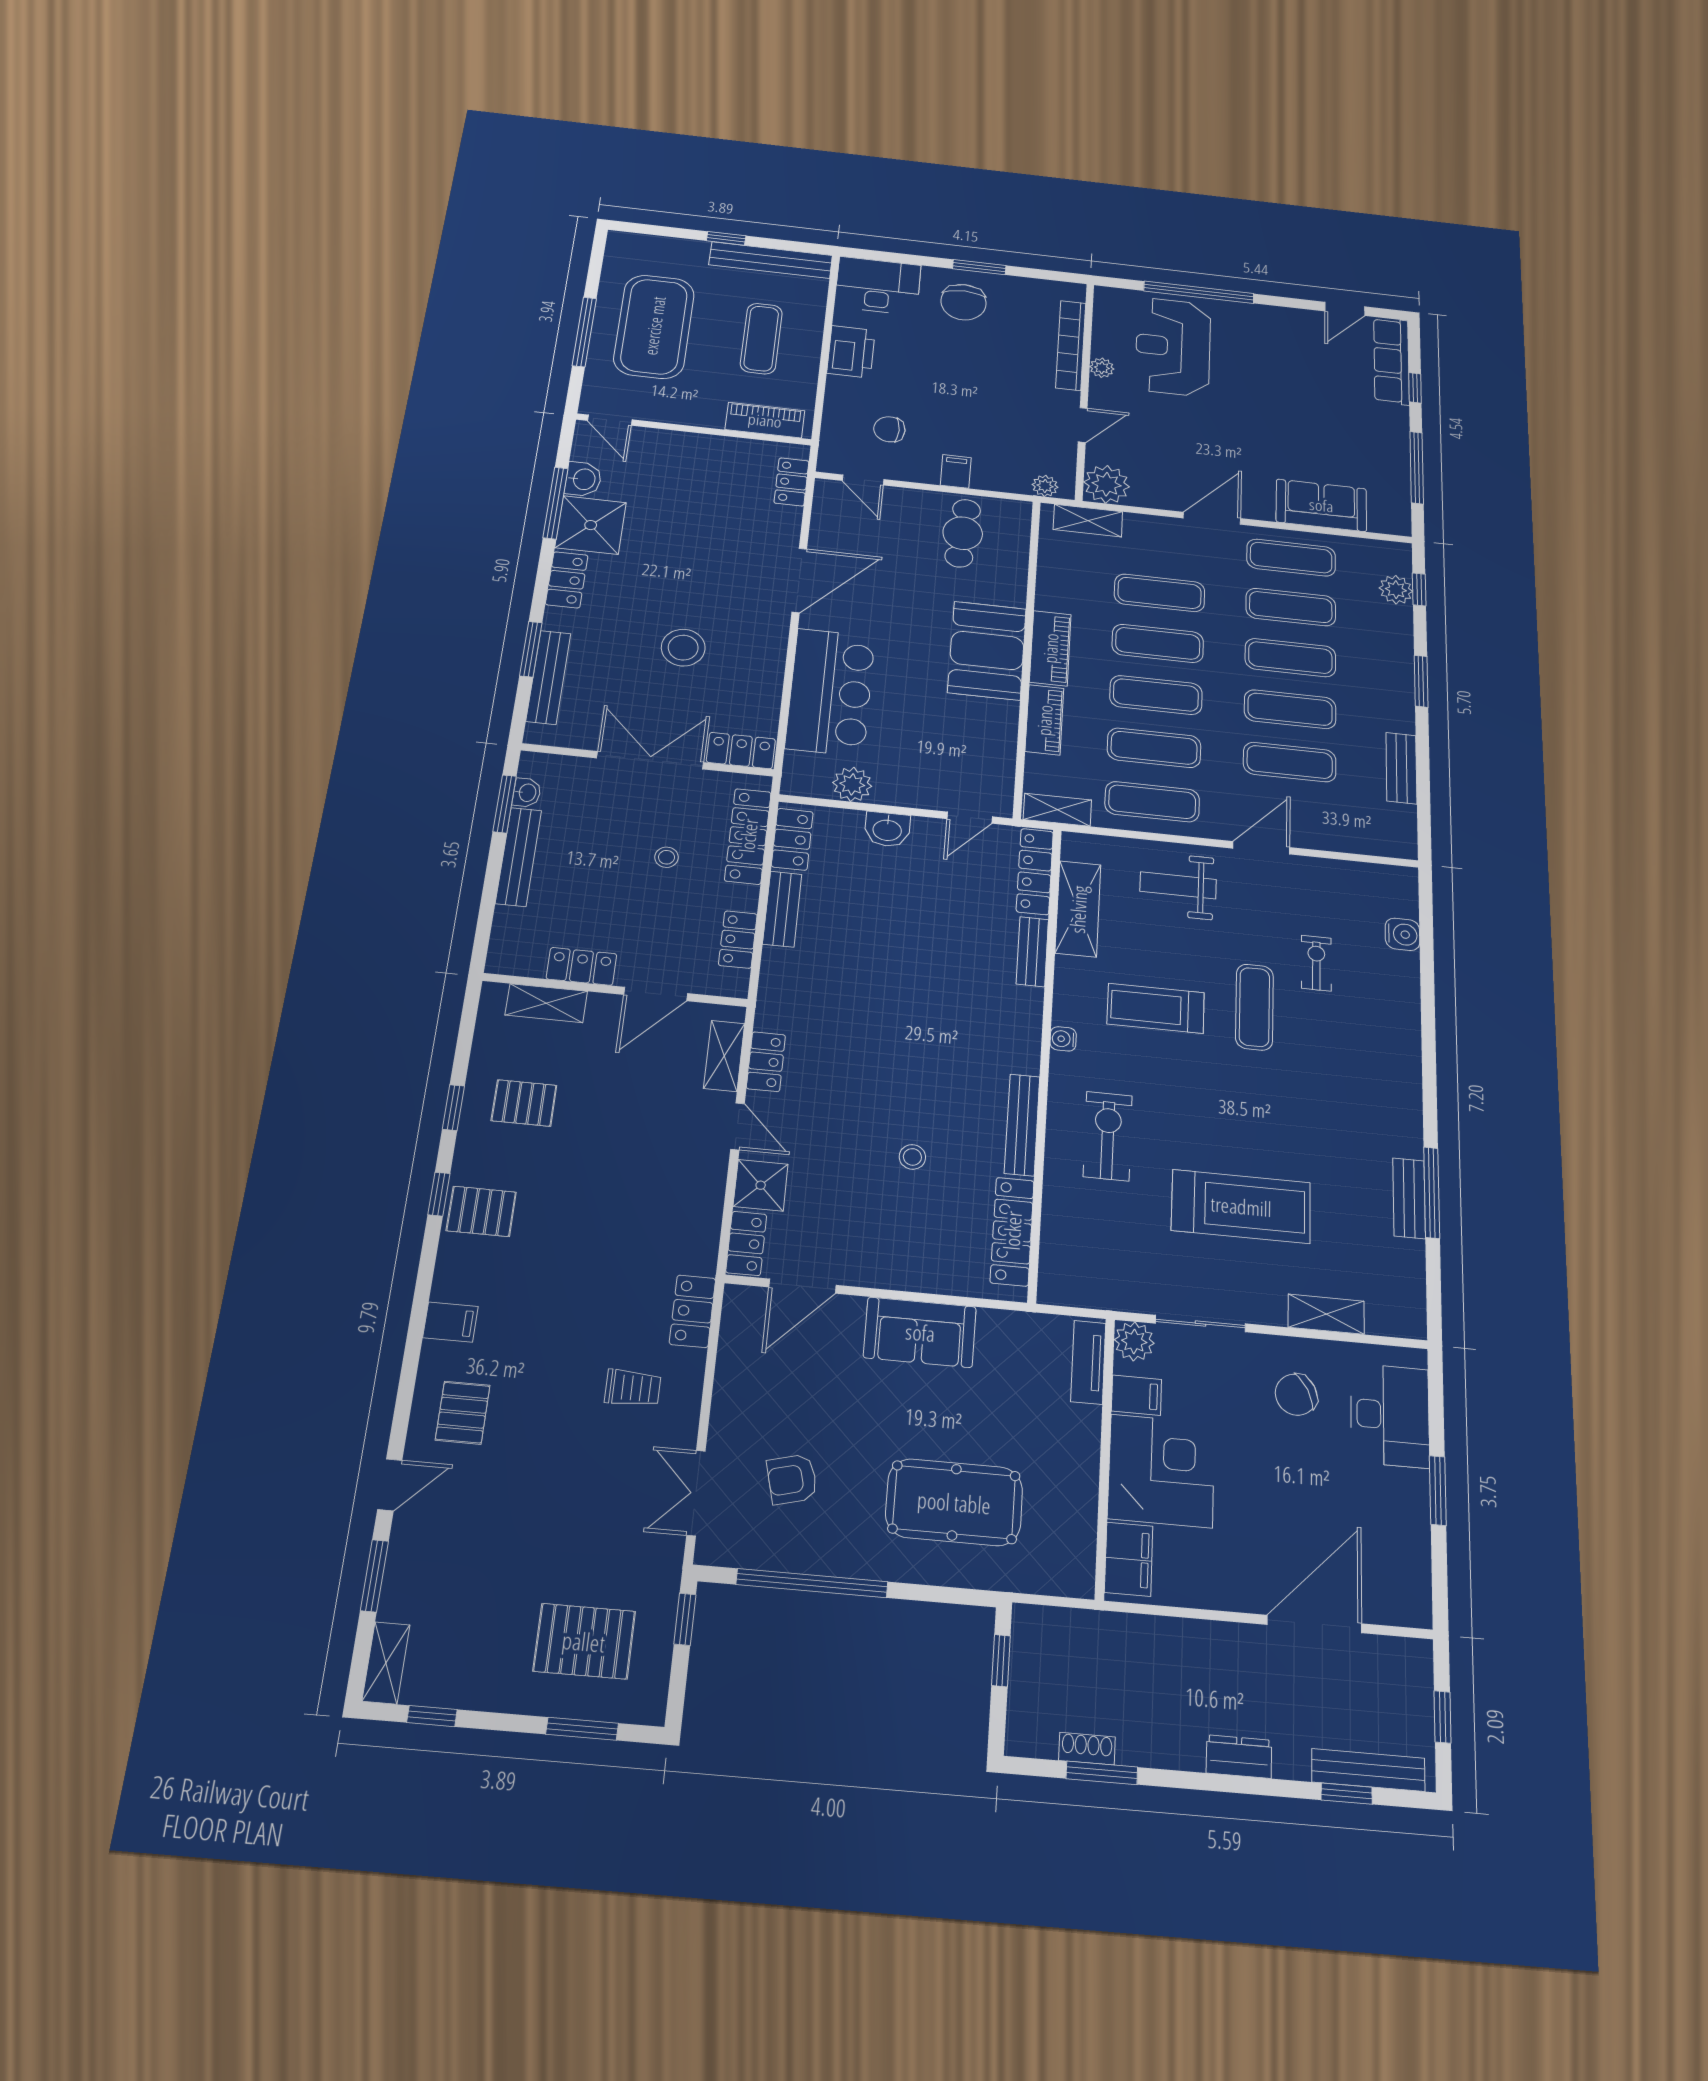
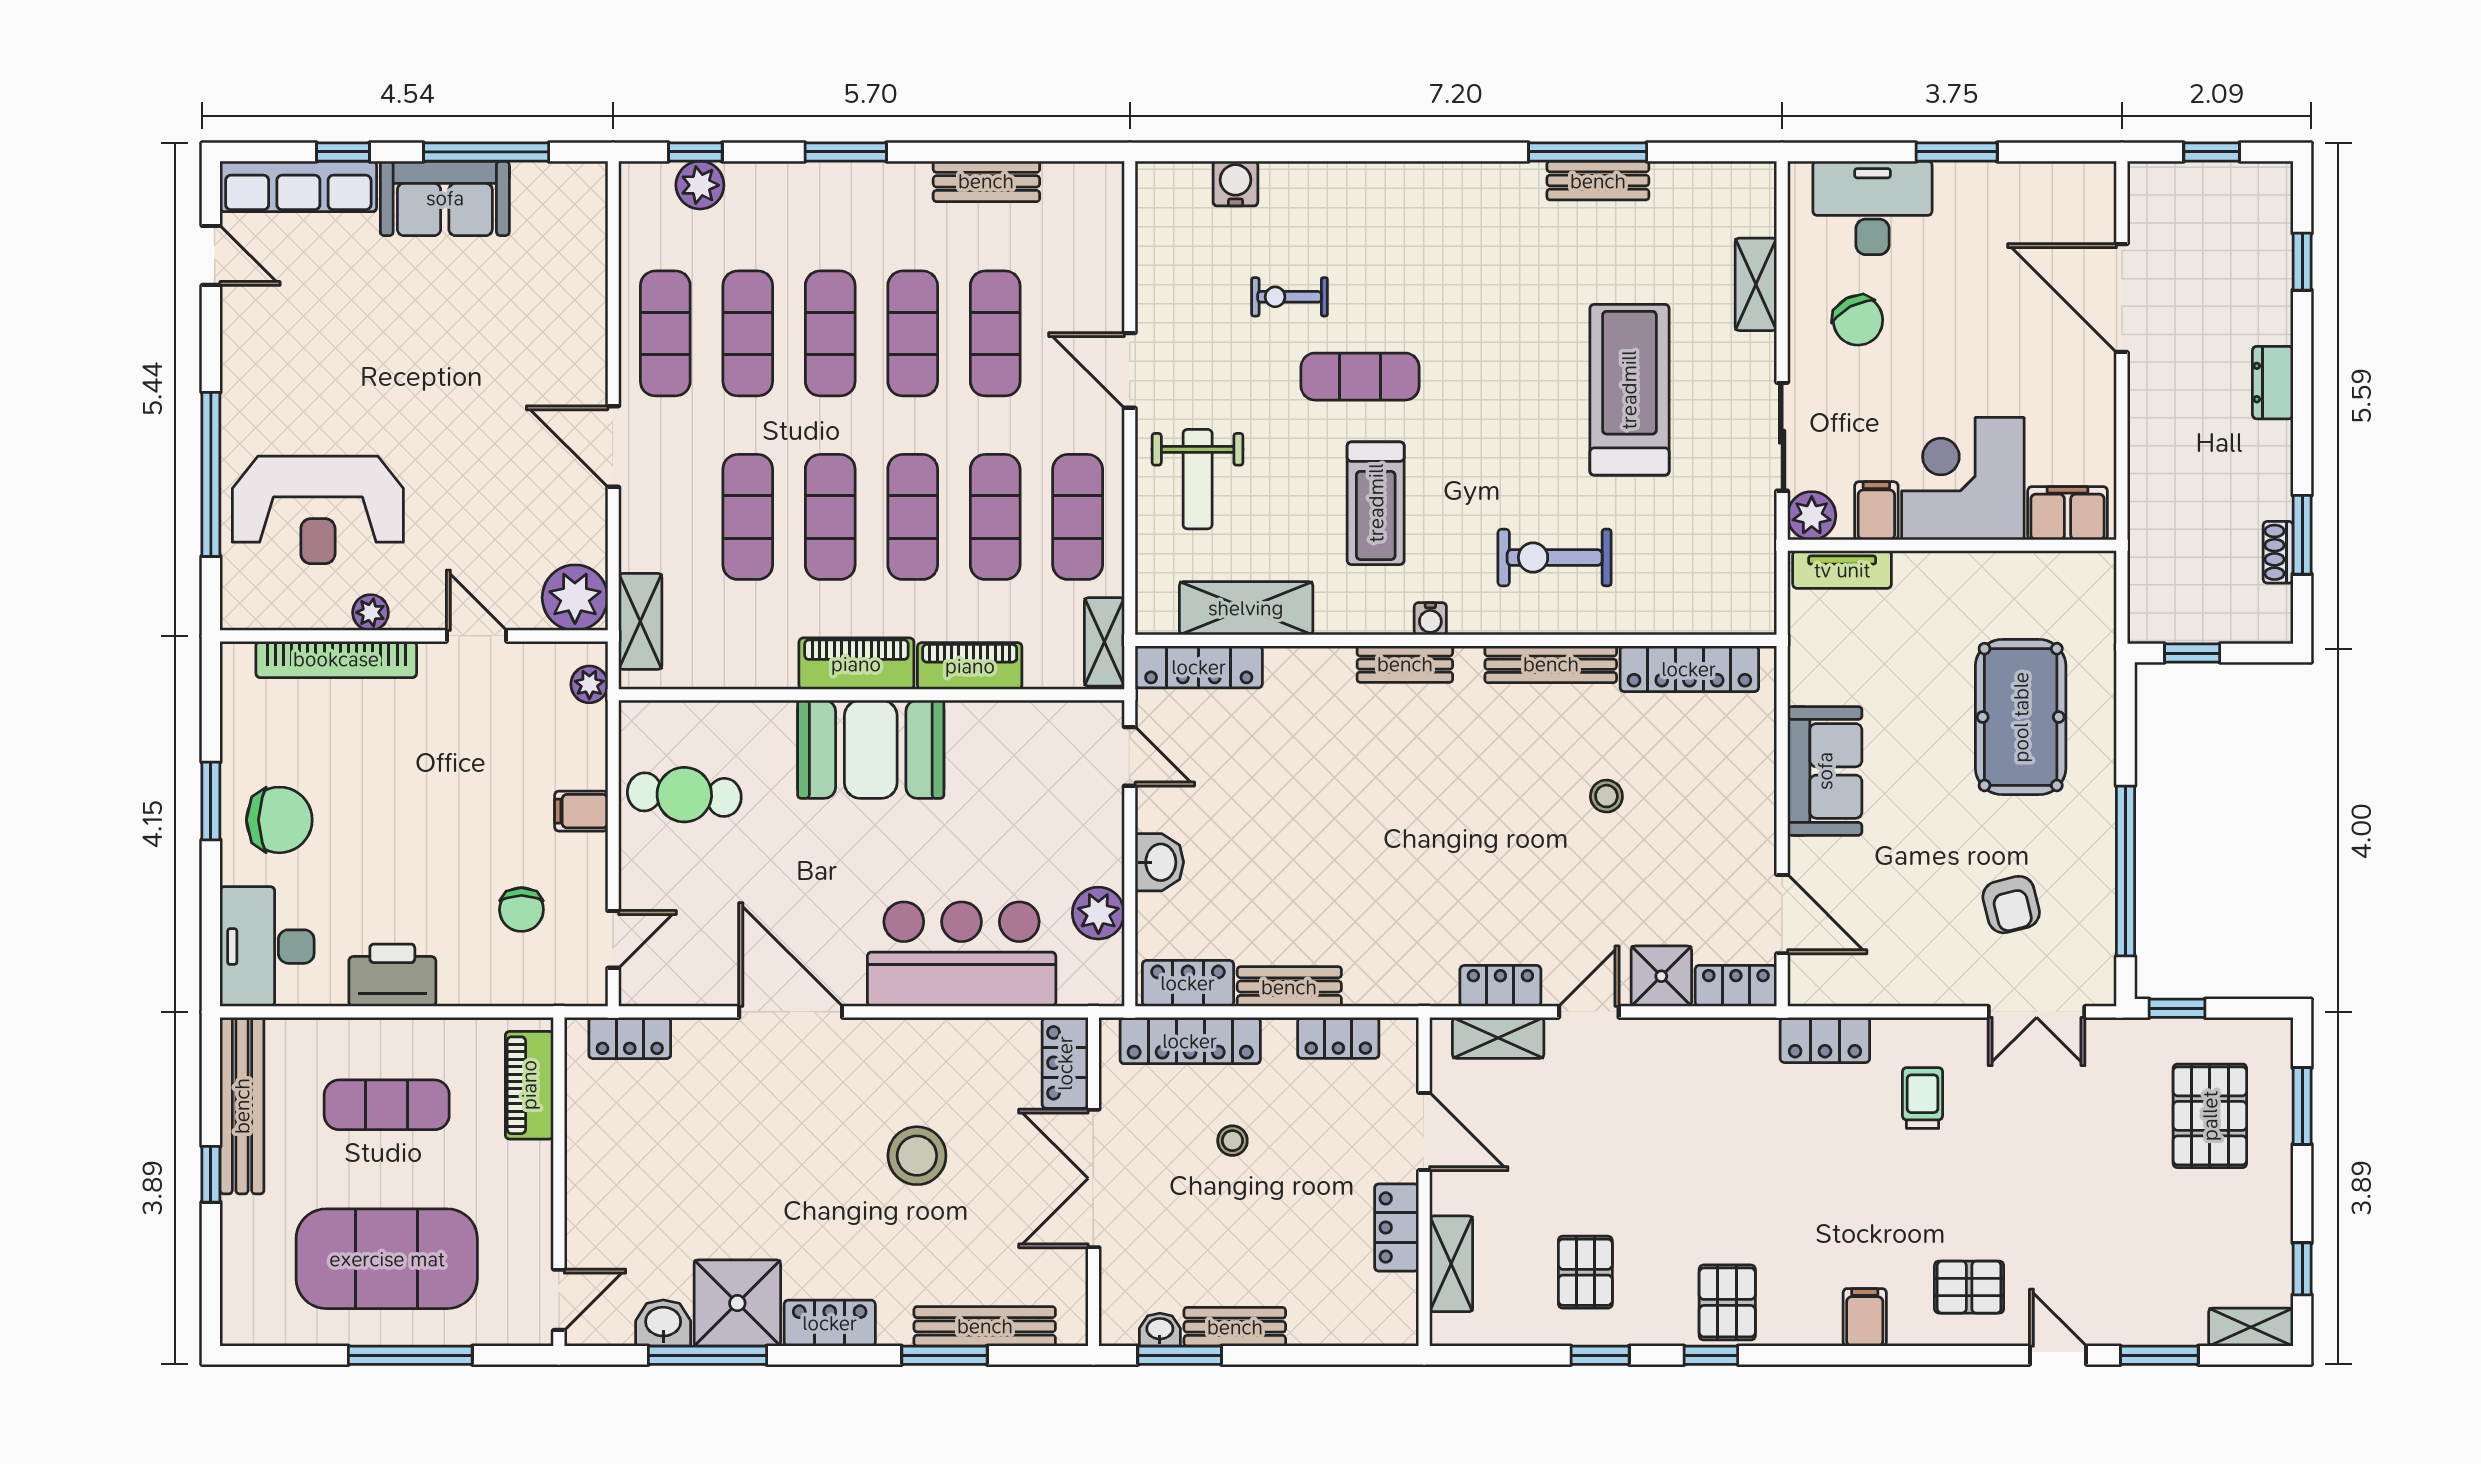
sofa: (1321, 505) -> (445, 198), moved, turned -90
bench: (519, 857) -> (1235, 1327), width x0.73
bench: (1032, 952) -> (1405, 664), moved
bench: (1368, 1770) -> (2275, 237), removed

